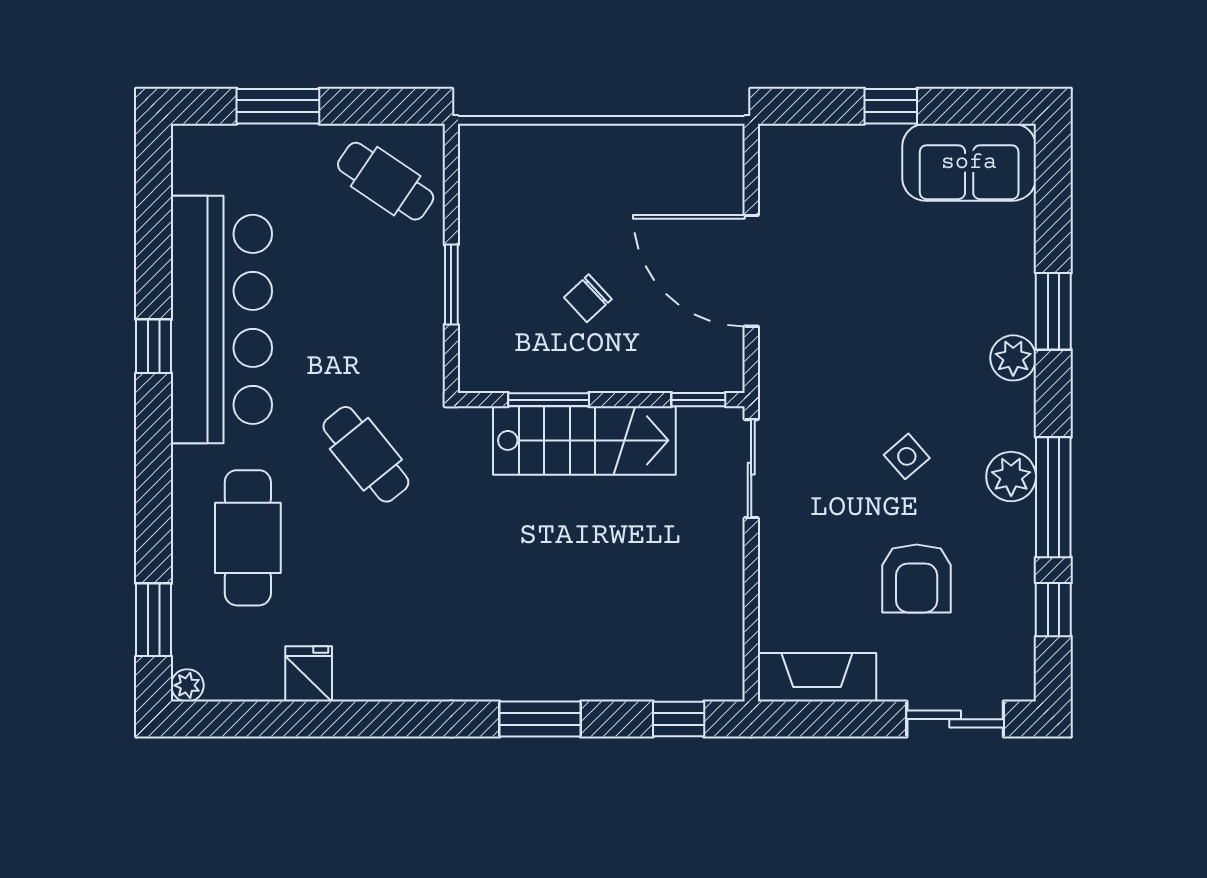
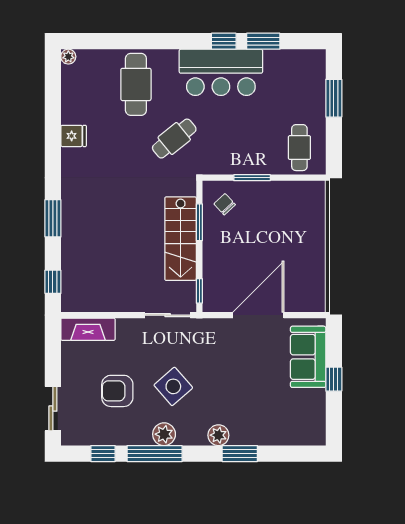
sofa: (969, 162) -> (308, 357), moved
cafe table: (386, 181) -> (299, 148), turned -34
chair: (588, 298) -> (225, 204), moved
bar counter: (221, 319) -> (221, 72), width x0.73
side table: (907, 456) -> (173, 386), width x1.87, depth x1.87
cafe table: (248, 538) -> (136, 84), turned 90
window: (154, 620) -> (263, 41), moved
fridge: (309, 674) -> (74, 136), moved
fireplace: (817, 677) -> (88, 329), moved, turned 90

